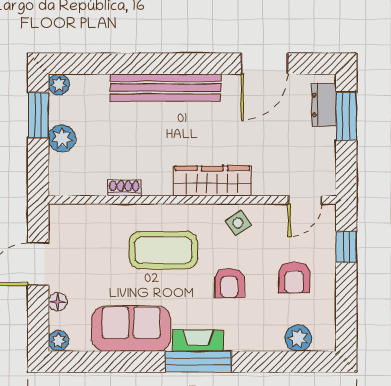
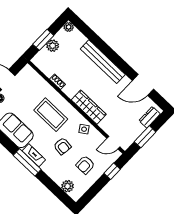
window: (38, 115) -> (43, 40), moved
window: (346, 116) -> (145, 137), moved
armchair: (229, 283) -> (62, 146), turned -83

